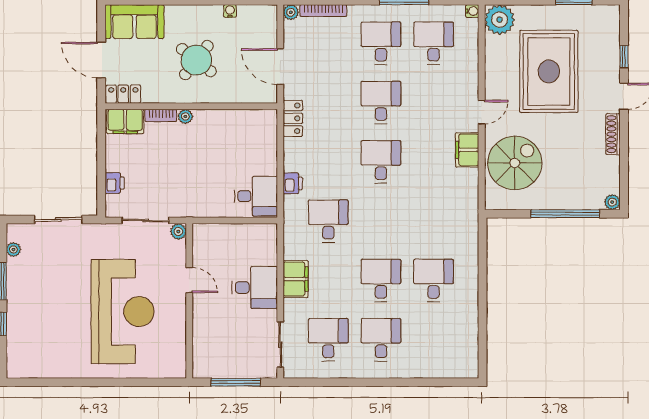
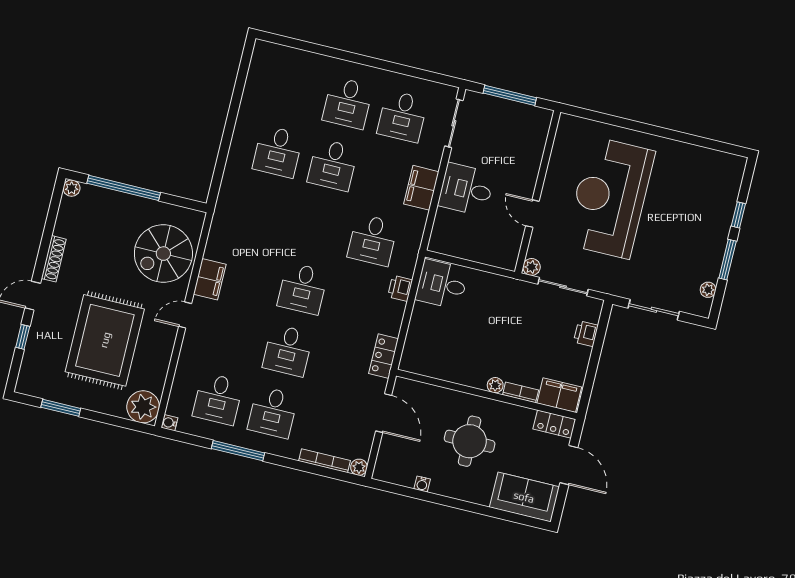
round table: (196, 60) -> (470, 441), turned -38

